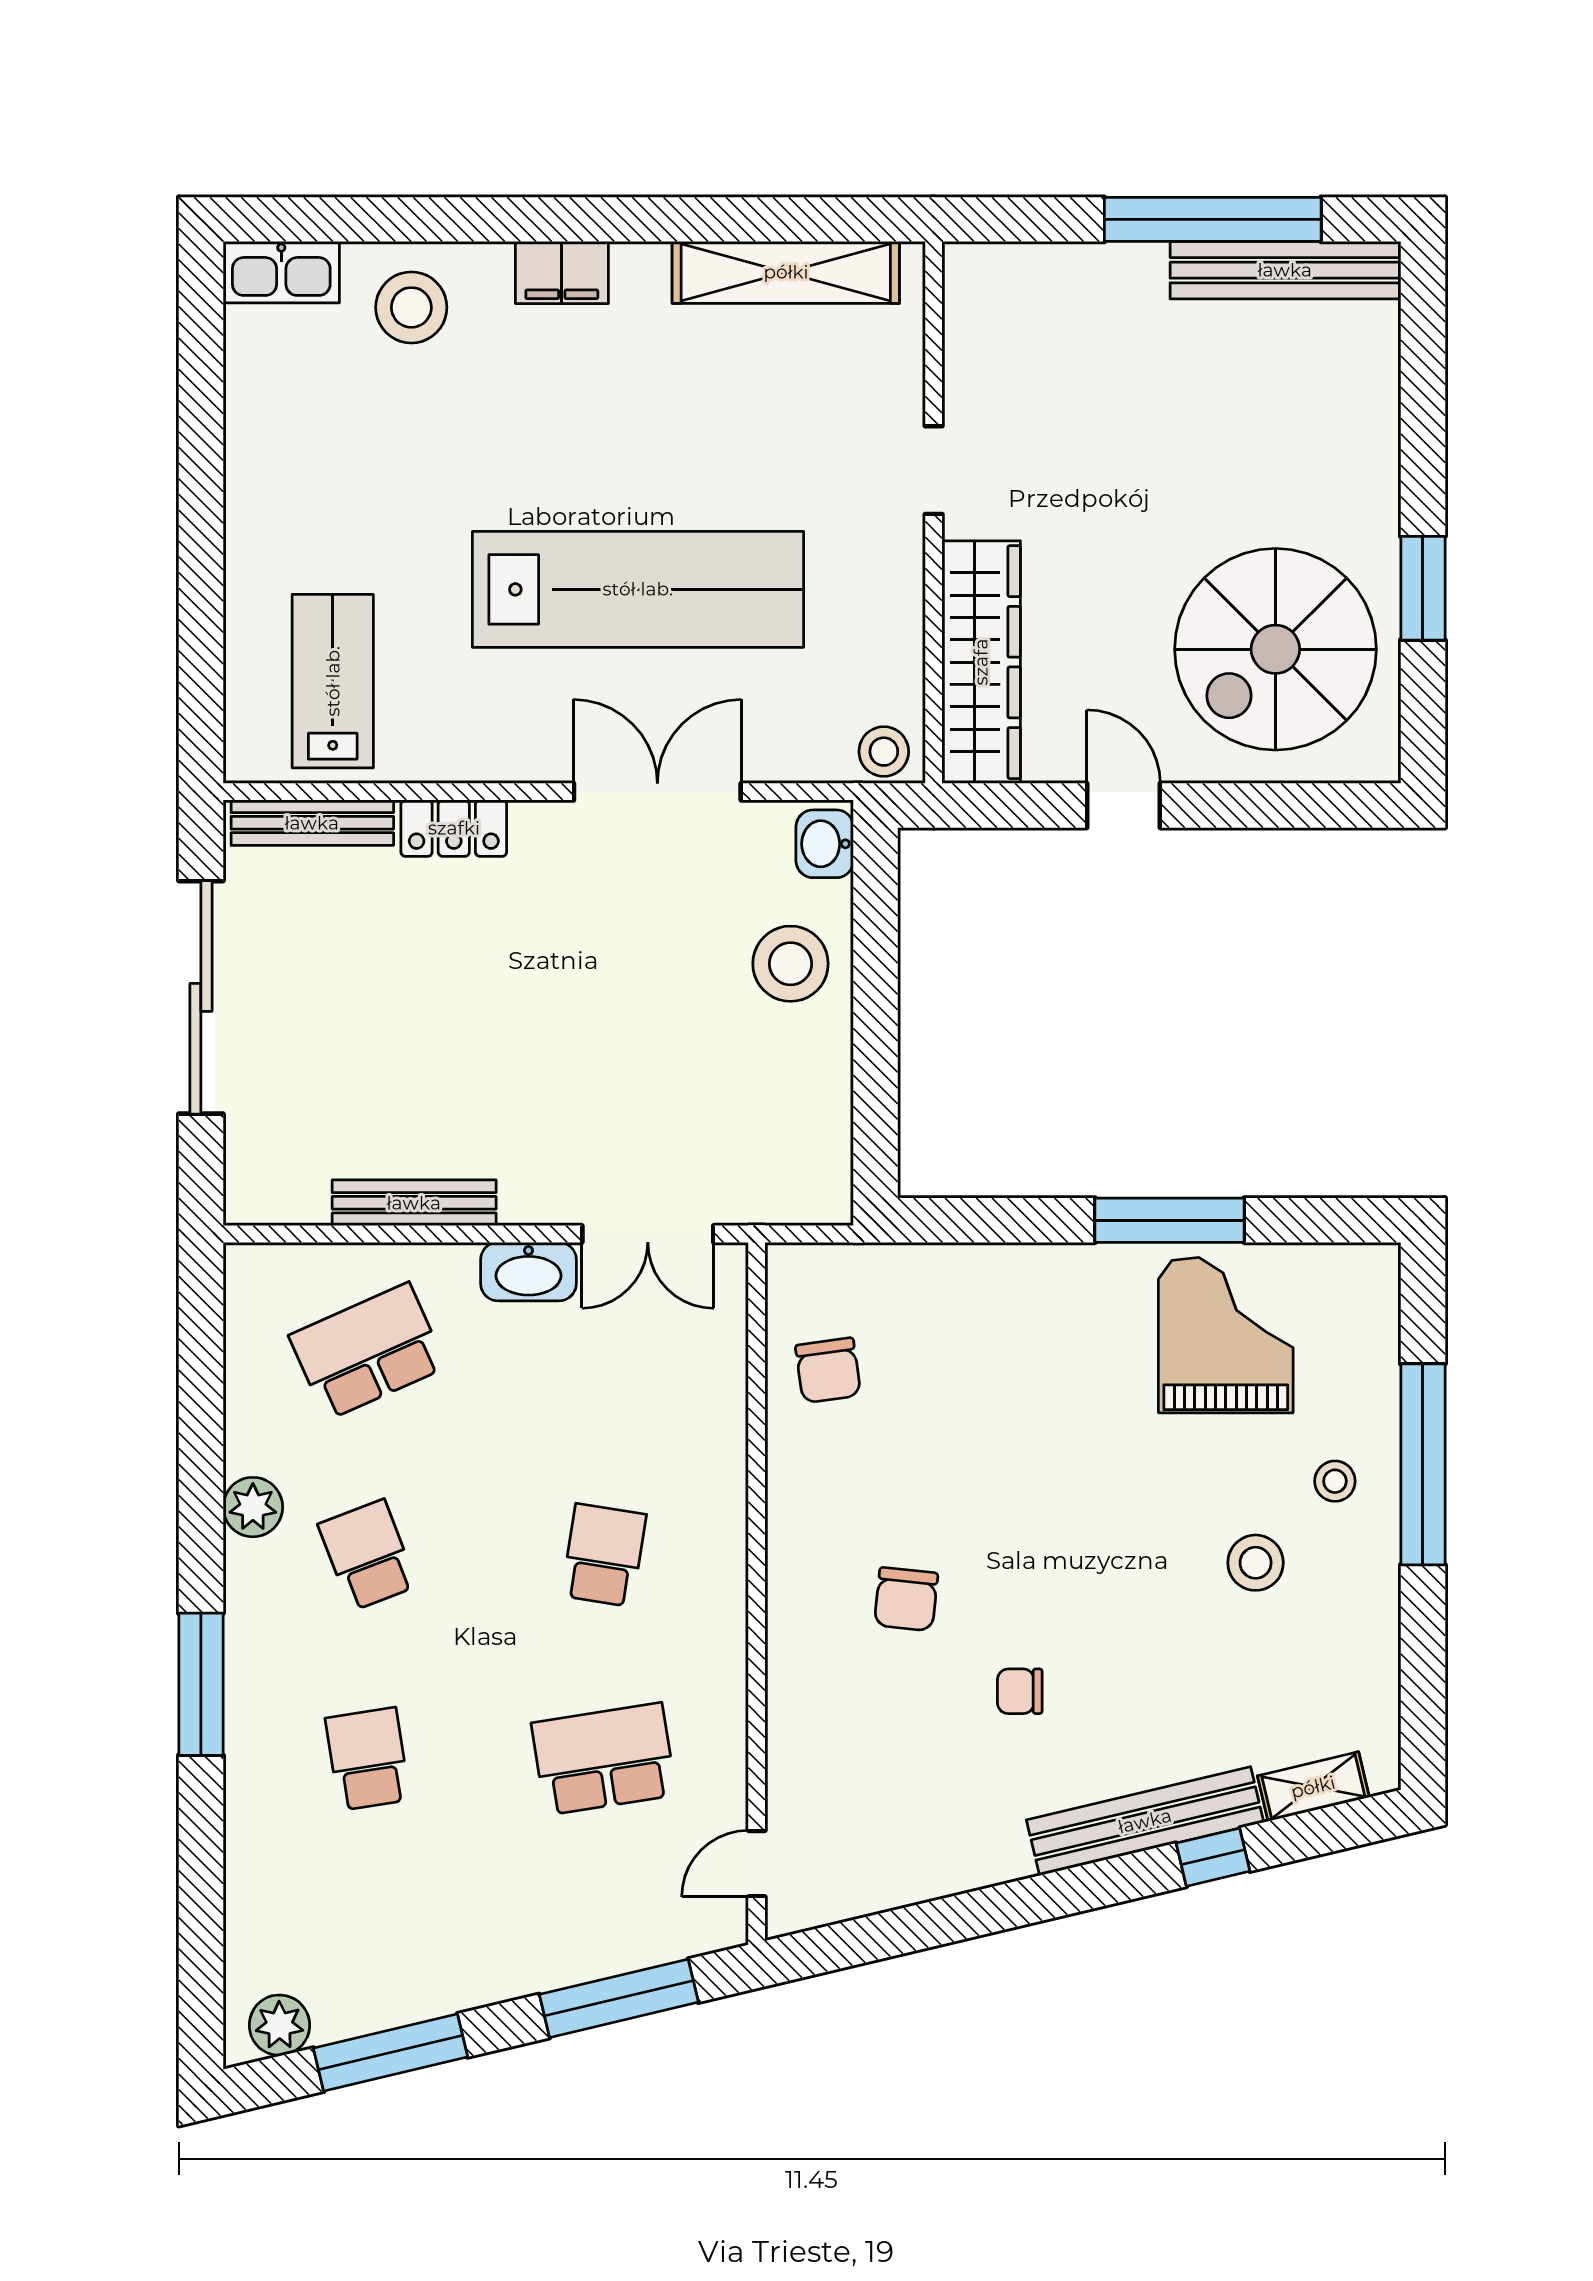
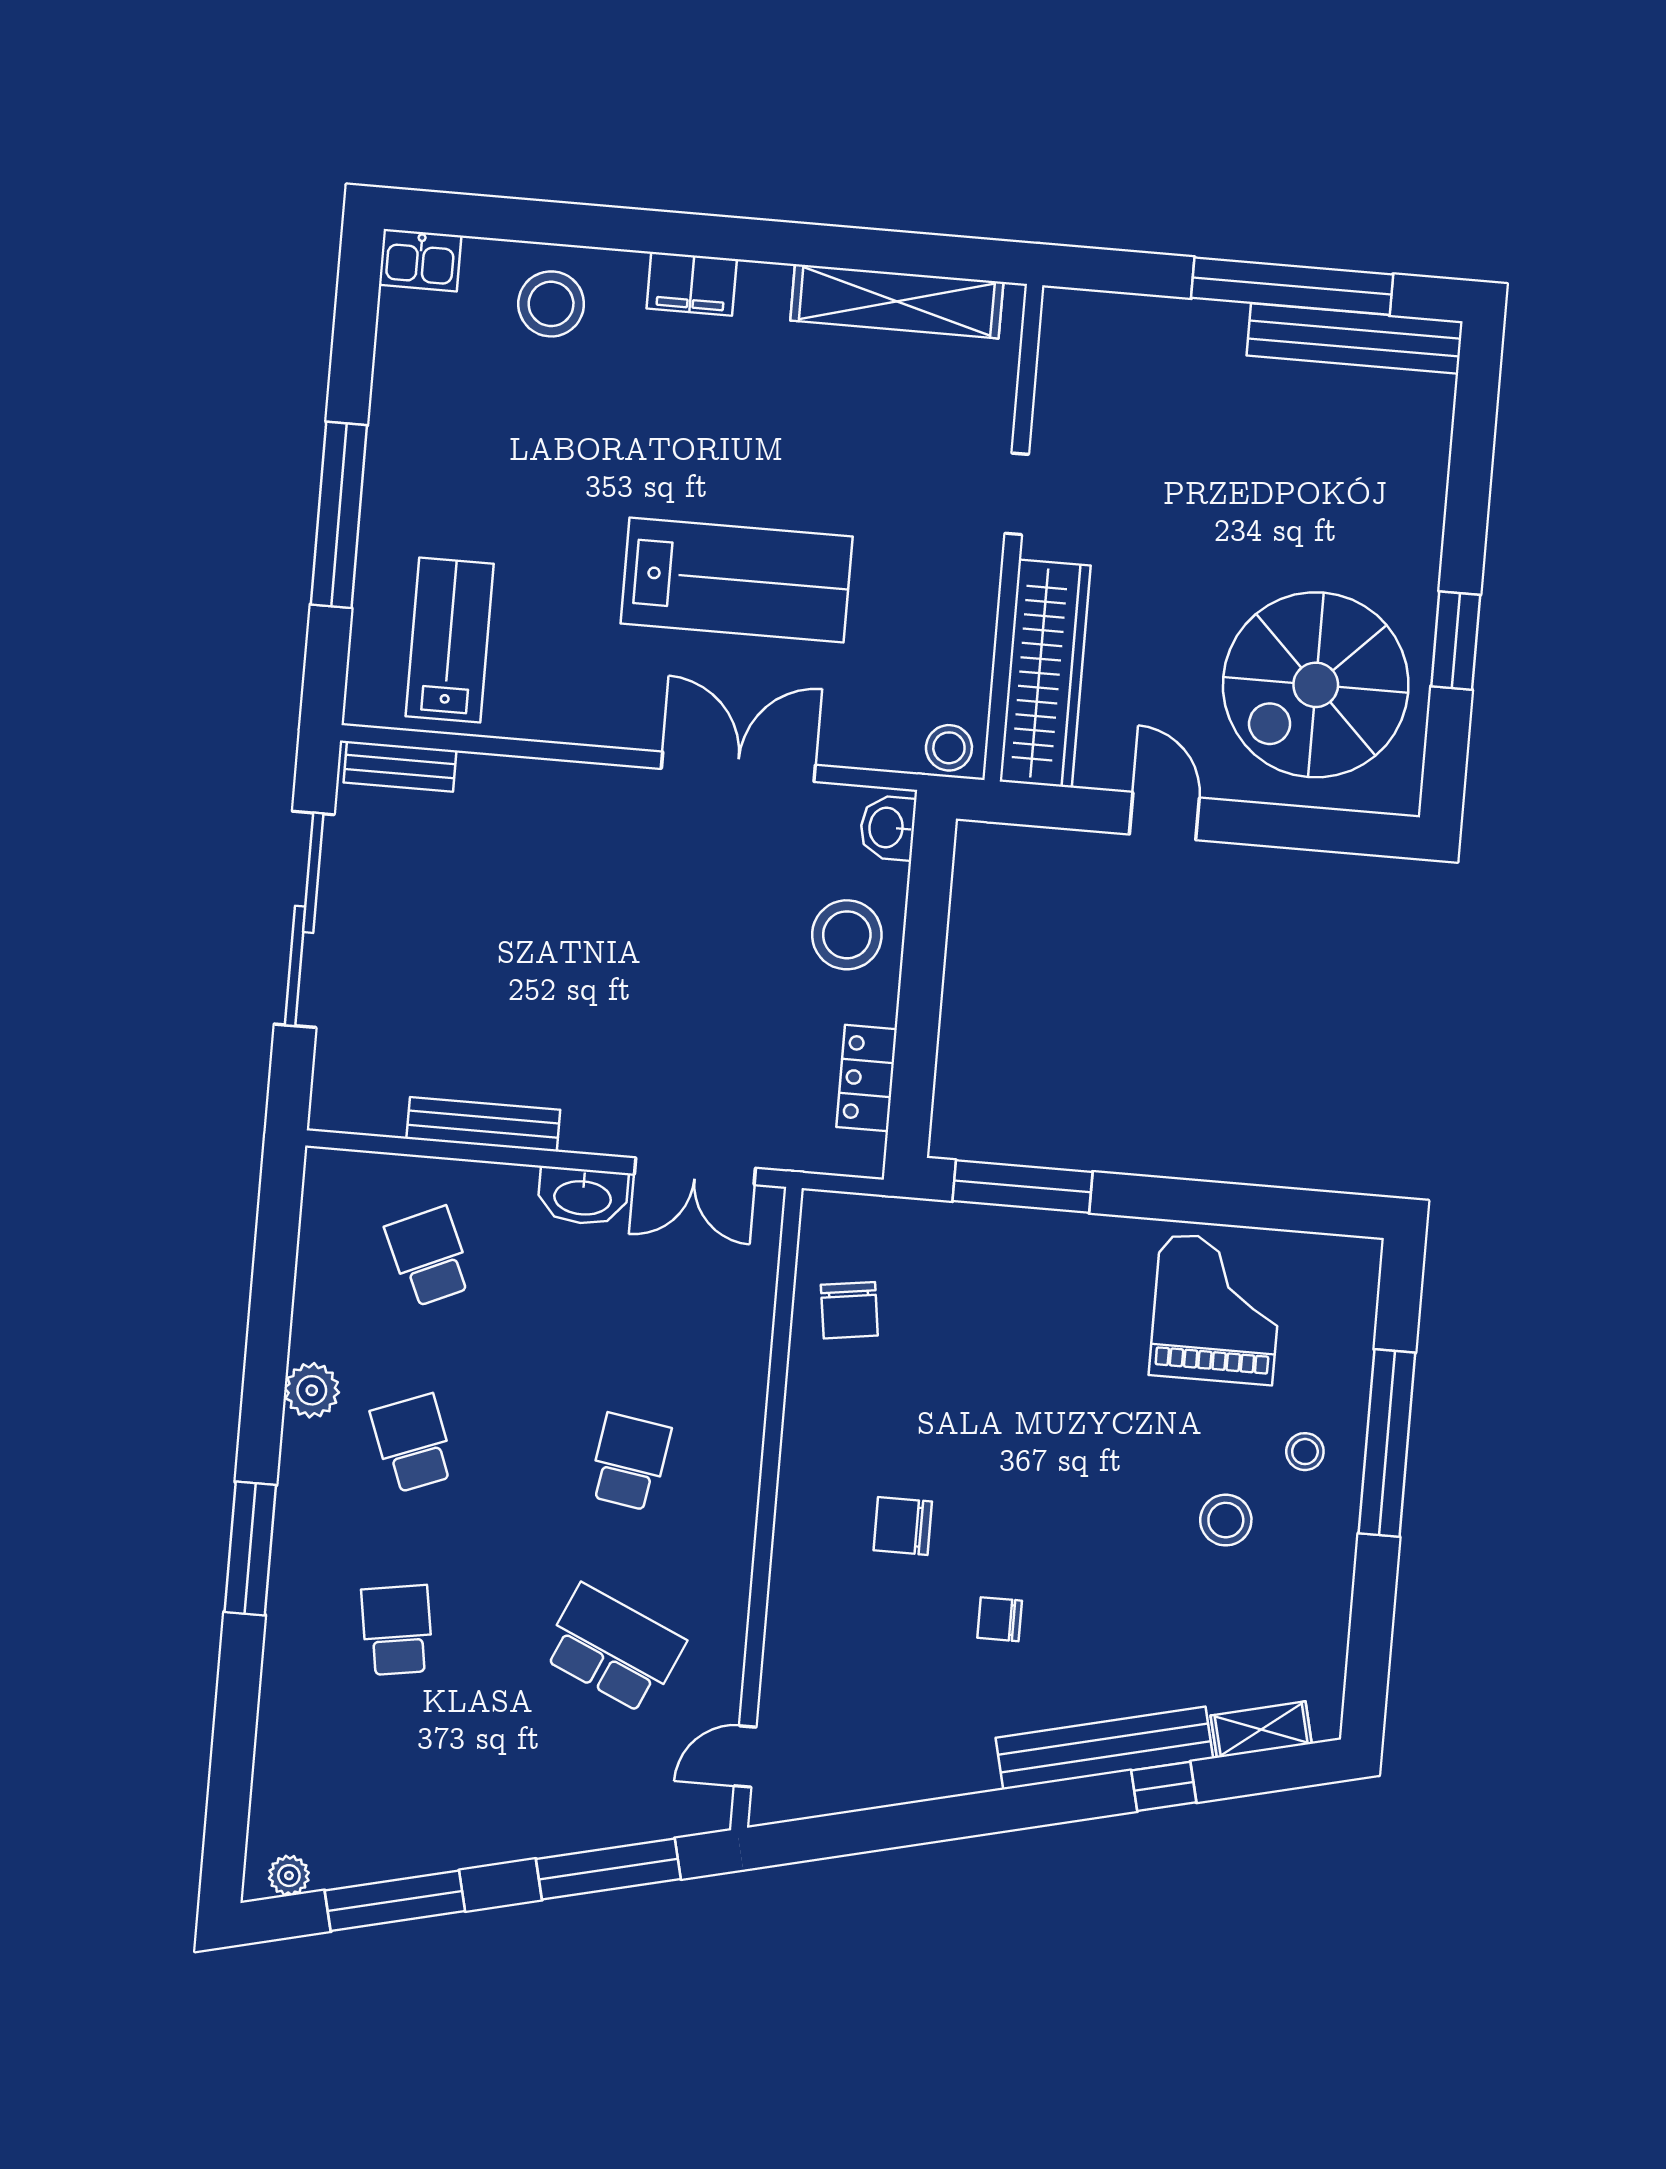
kitchen sink: (281, 272) -> (420, 260), width x0.73
window: (201, 556) -> (339, 515), added
lab bench: (638, 589) -> (737, 580), width x0.73
bench: (312, 823) -> (400, 766), width x0.73
locker: (454, 828) -> (867, 1078), moved, turned 90
window: (1170, 1220) -> (1022, 1187), moved
school desk: (368, 1351) -> (429, 1257), width x0.54
chair: (906, 1599) -> (903, 1526), turned 84
school desk: (604, 1759) -> (613, 1649), turned 33
plant: (279, 2025) -> (289, 1876), width x0.73, depth x0.73

